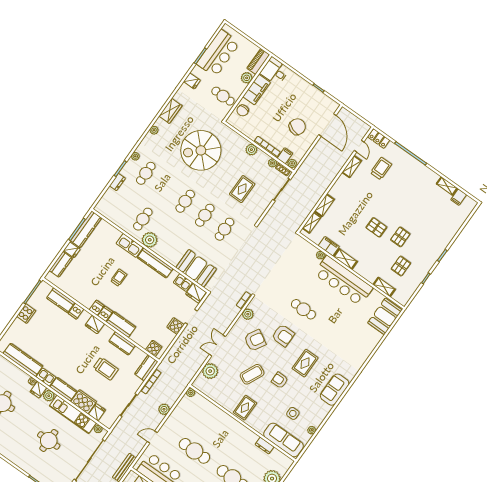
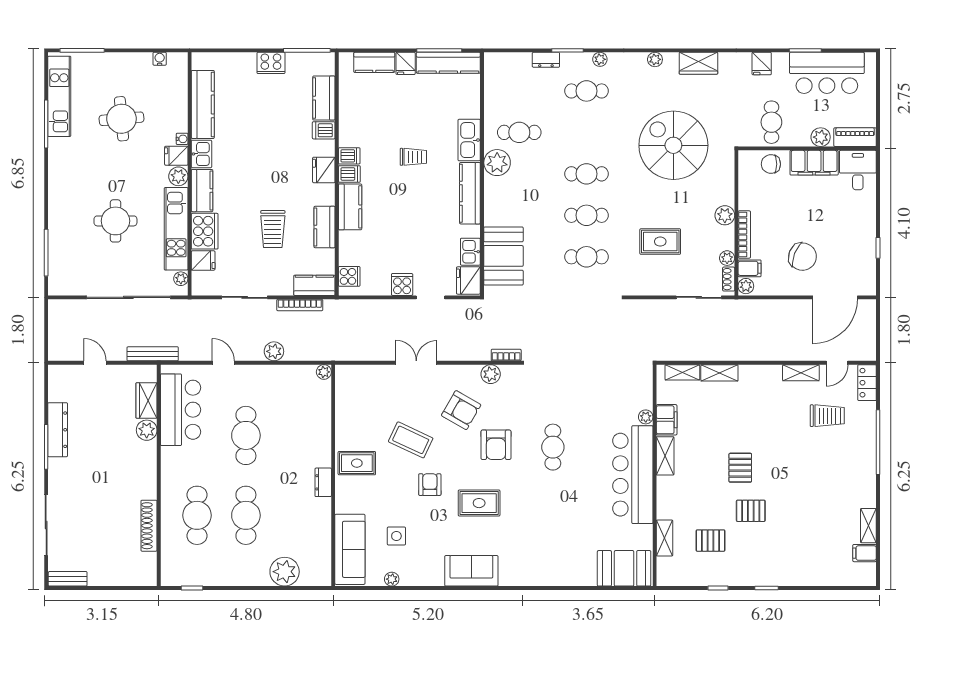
plant: (210, 371) -> (373, 378), removed
dresser: (265, 446) -> (323, 482), moved

